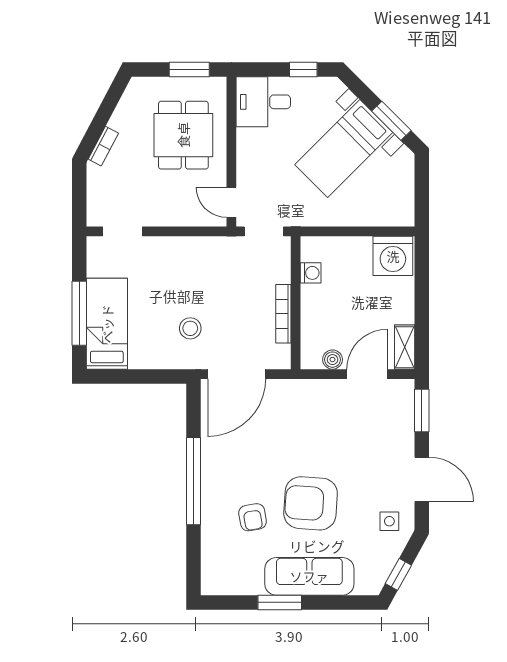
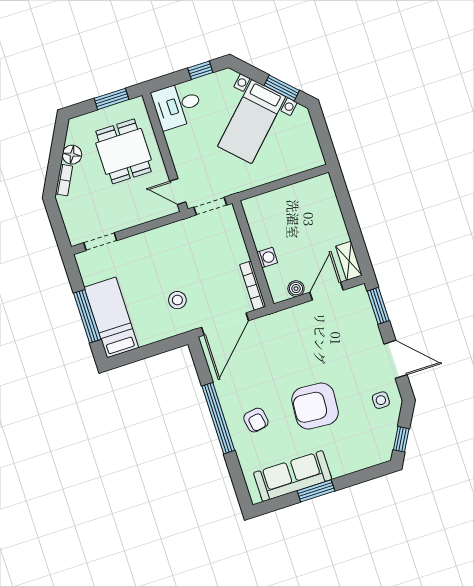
floor lamp: (122, 120) -> (72, 155), added
washing machine: (393, 256) -> (317, 193), removed
washing machine: (311, 273) -> (267, 257), moved
bookcase: (283, 314) -> (253, 286), moved
armchair: (253, 517) -> (256, 420), moved
sofa: (309, 576) -> (293, 476), moved

